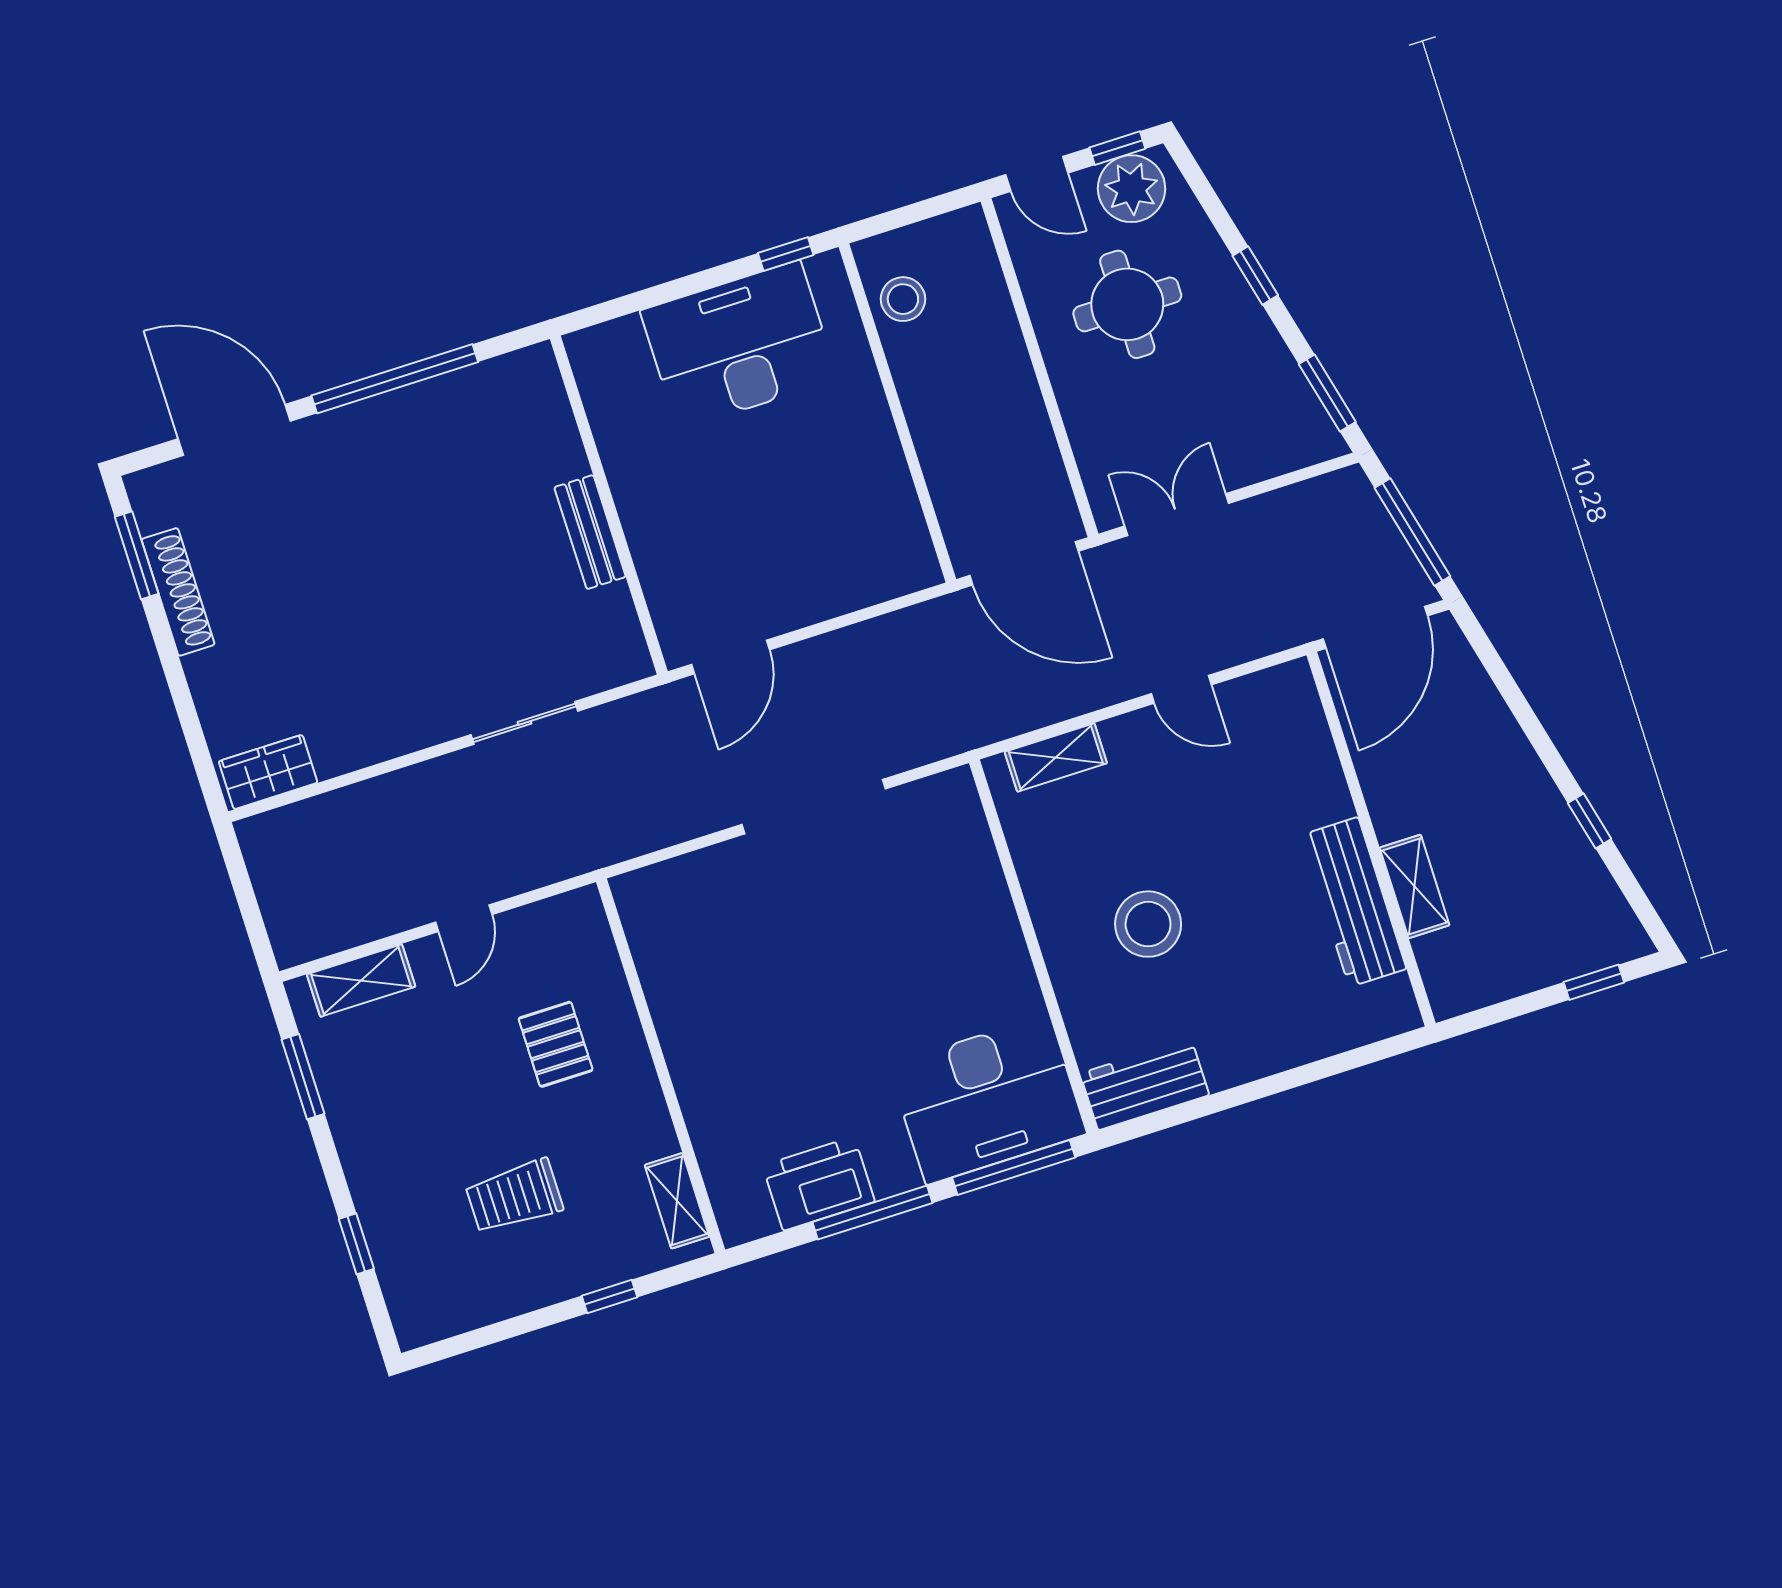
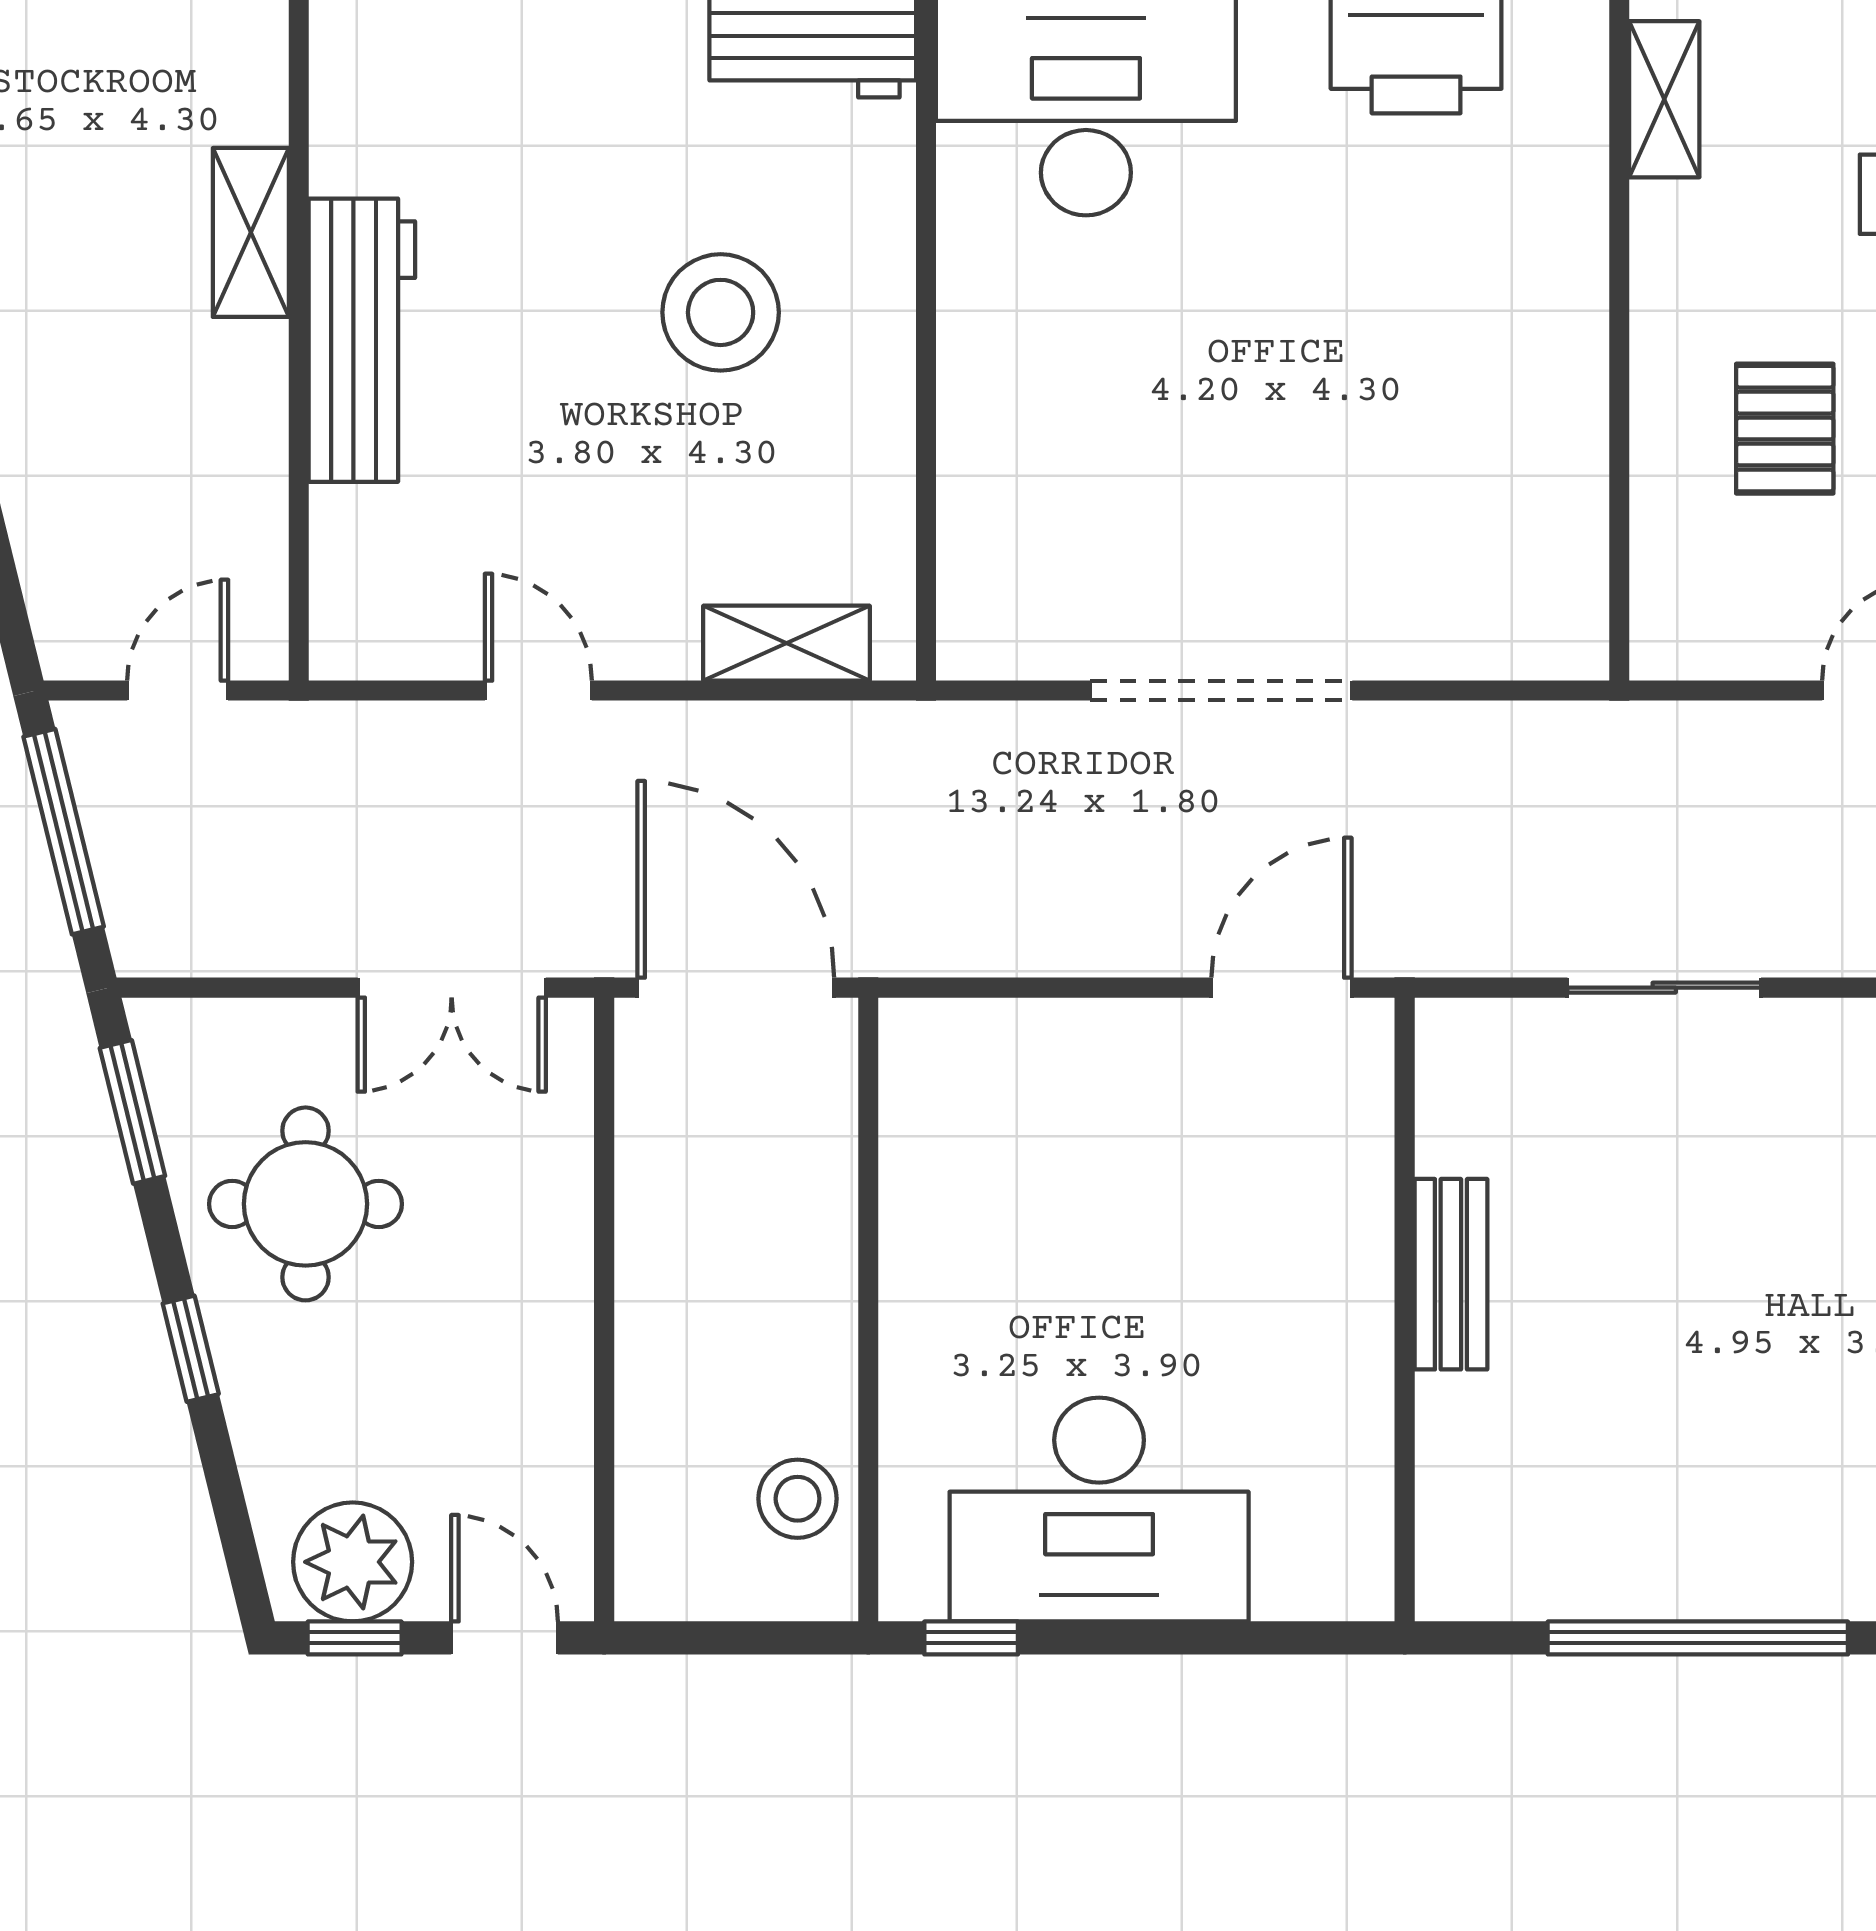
round table: (1127, 304) -> (306, 1204), moved
door: (1375, 627) -> (178, 691), width x0.53
workbench: (1354, 902) -> (362, 340), moved

